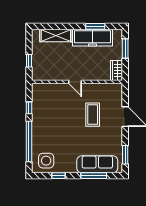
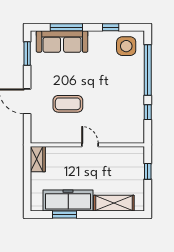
window: (125, 49) -> (27, 187), removed
coffee table: (93, 115) -> (68, 104), turned 90

